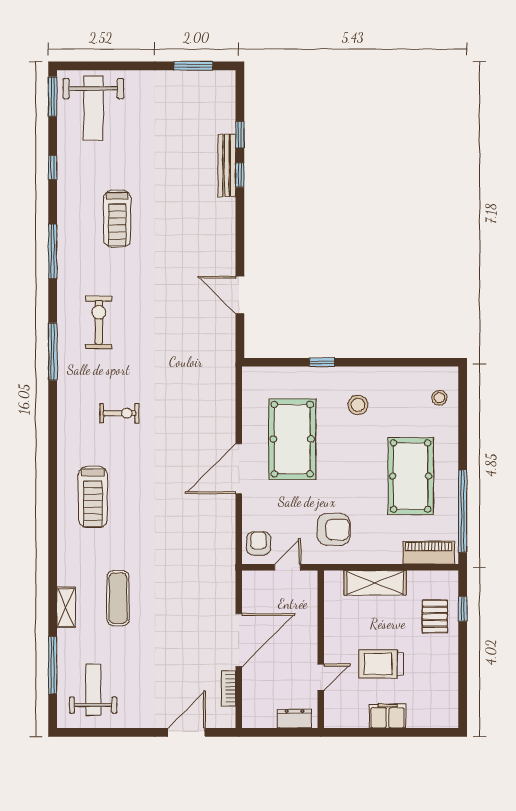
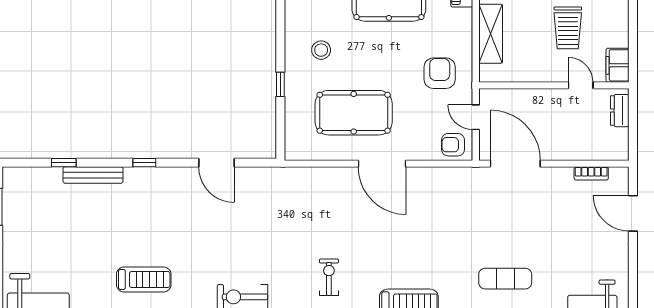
window: (240, 175) -> (144, 163), moved
door: (240, 295) -> (216, 163), hinge flipped
door: (239, 640) -> (515, 164), moved
filing cabinet: (388, 716) -> (618, 65), moved

